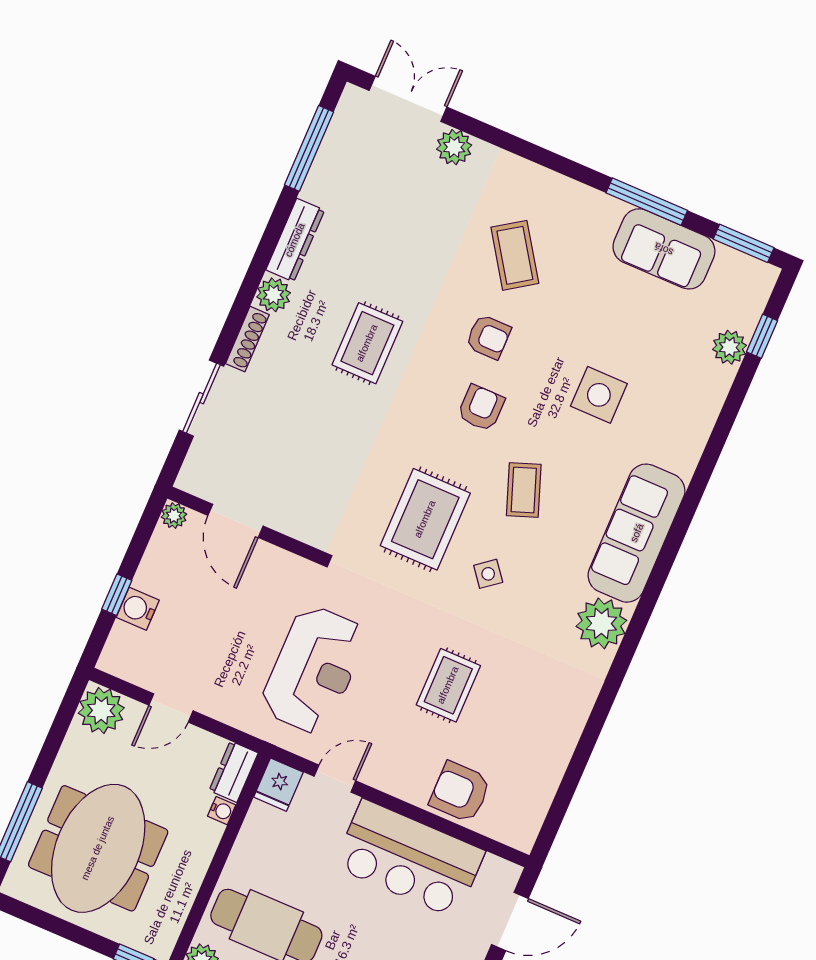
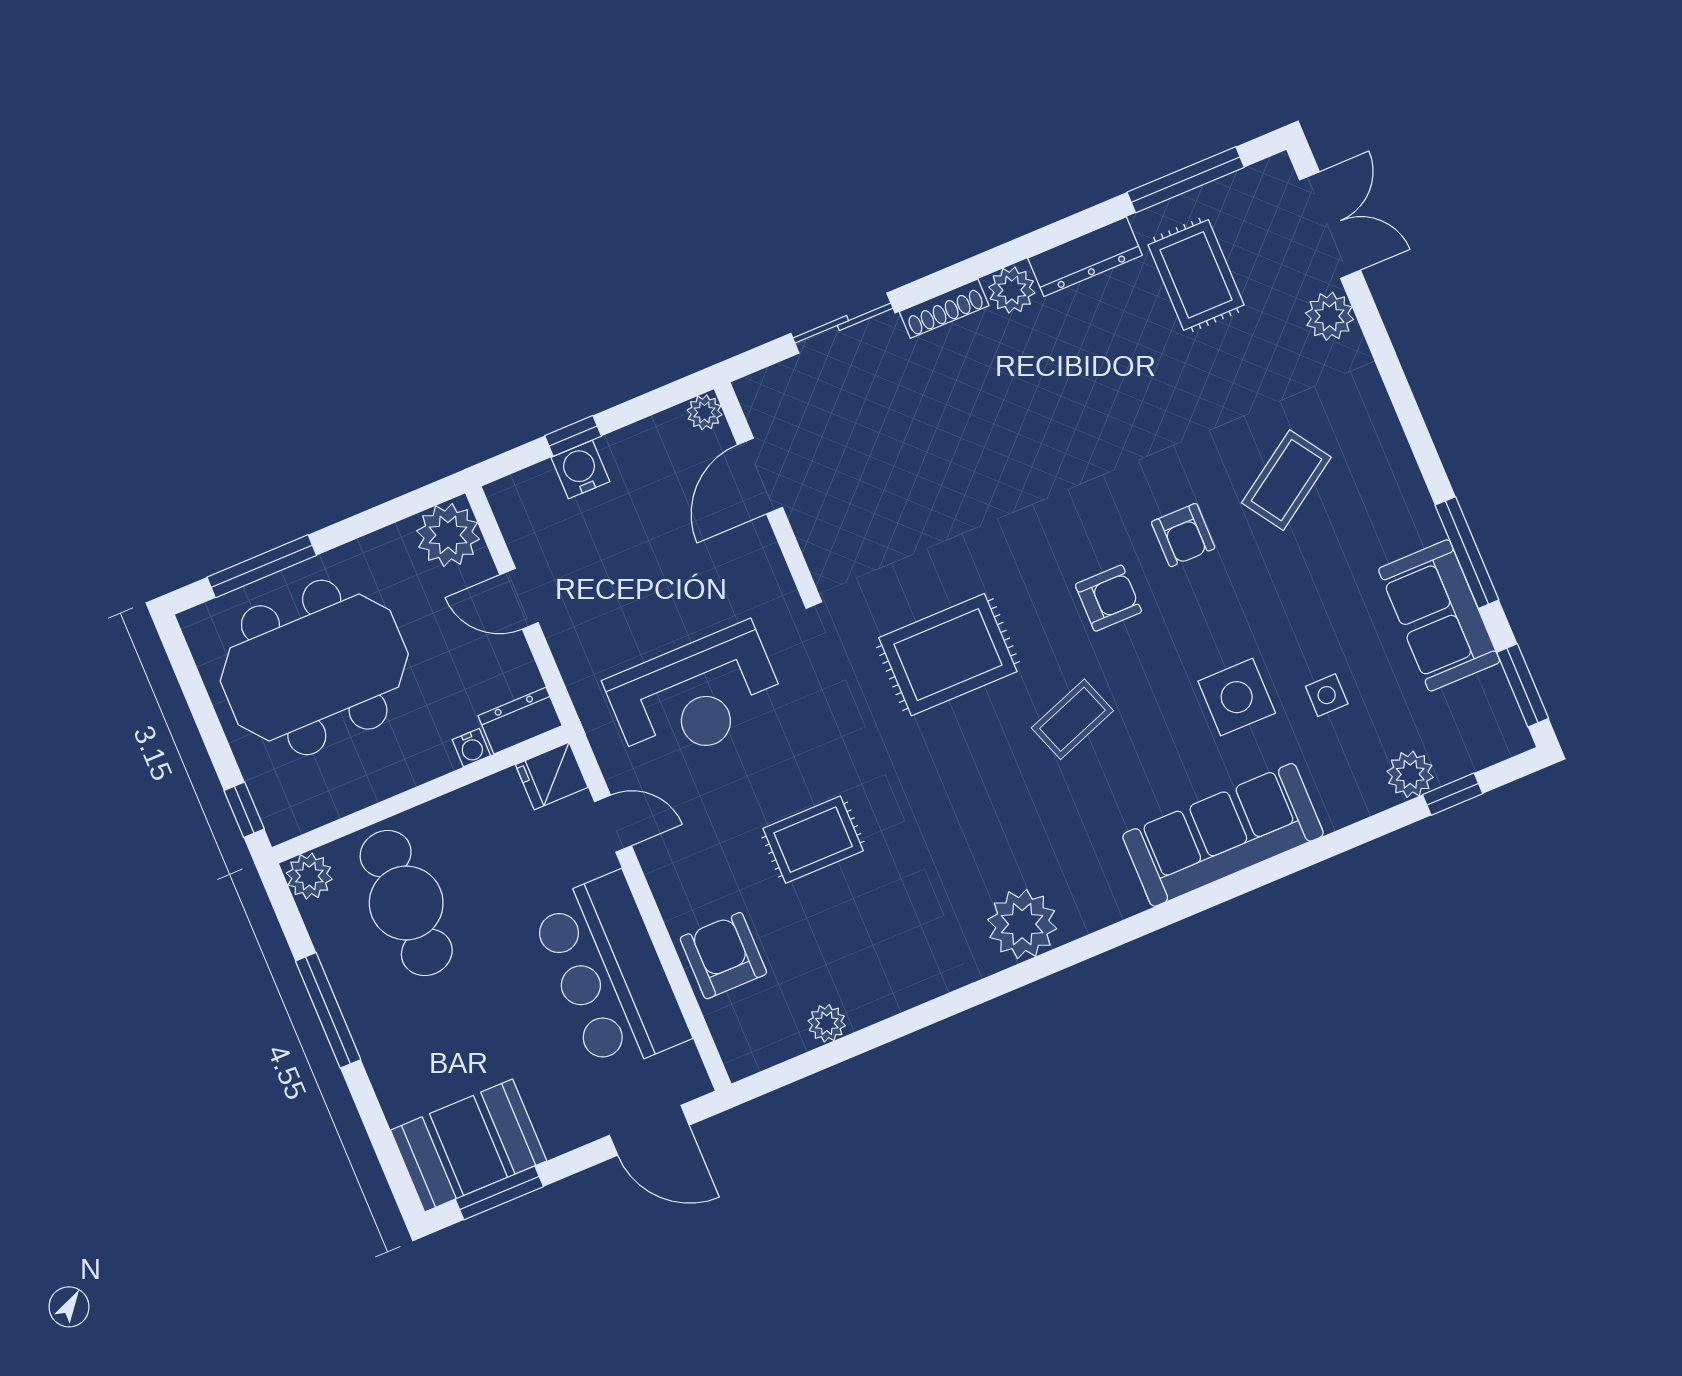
rug: (367, 343) -> (1196, 275), moved, turned 90
sofa: (637, 533) -> (1223, 835), moved
side table: (488, 574) -> (1327, 695), moved, turned 38
plant: (549, 775) -> (827, 1023), added

